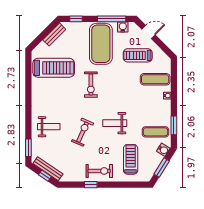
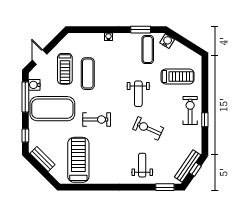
exercise mat: (155, 79) -> (88, 74), moved
treadmill: (131, 159) -> (177, 77), turned 180
window: (162, 168) -> (186, 43), removed

